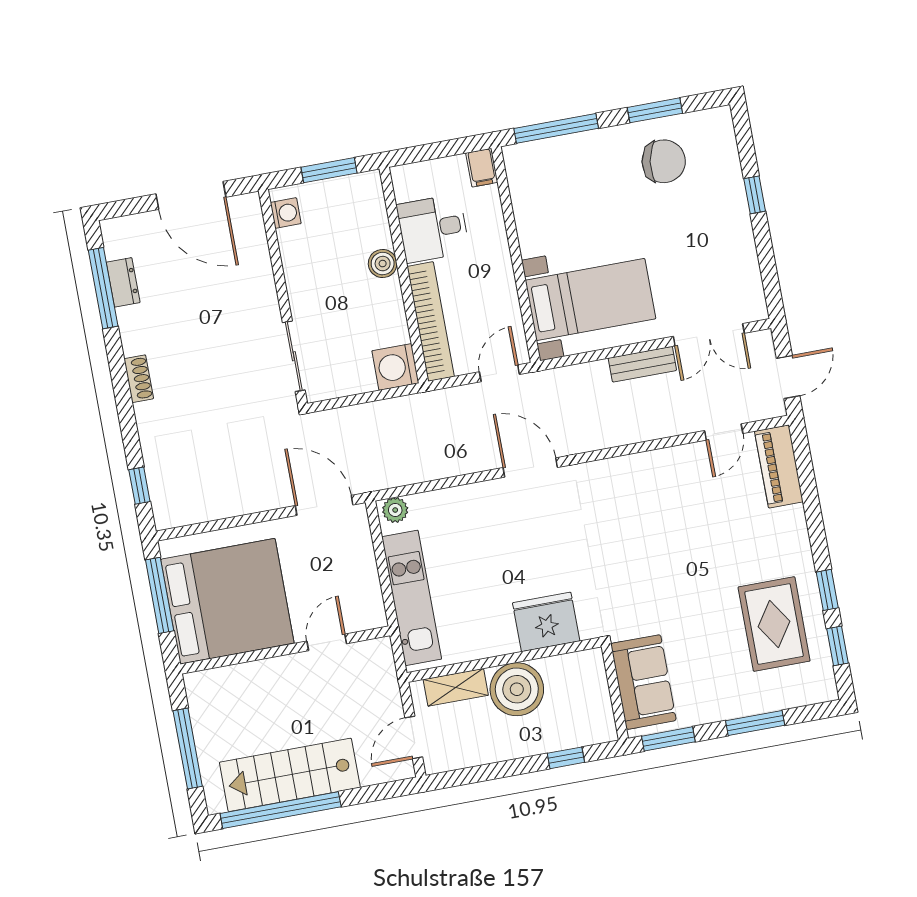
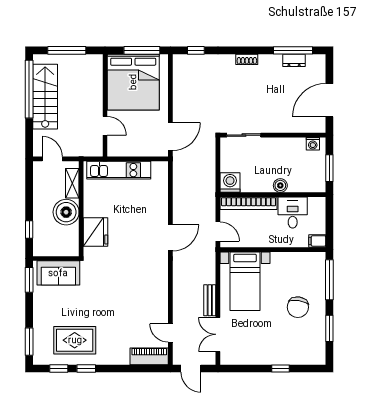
chair: (664, 161) -> (298, 307), moved
plant: (395, 510) -> (162, 170), removed
window: (755, 723) -> (29, 342), moved

